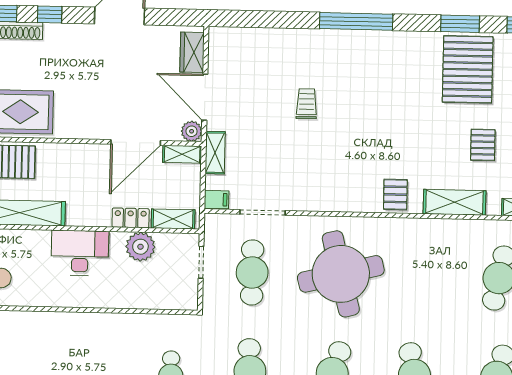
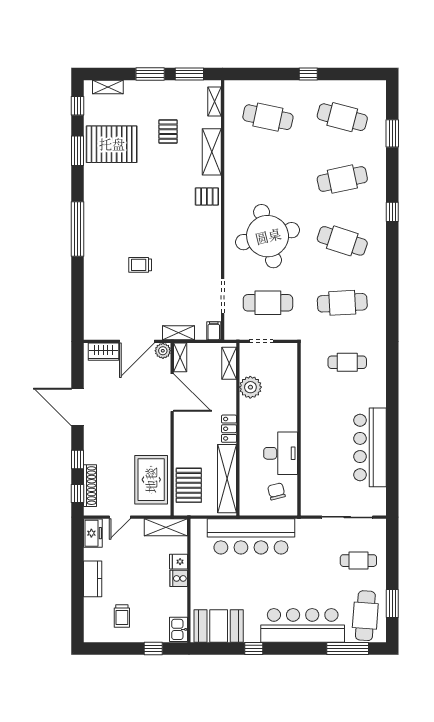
pallet: (483, 145) -> (168, 132), turned 90
locker: (131, 218) -> (229, 429), moved
desk: (80, 253) -> (281, 453), moved, turned 180

